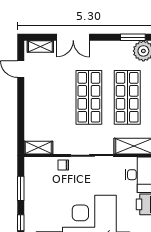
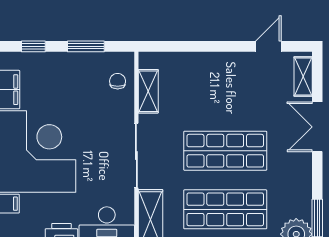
shelving: (38, 148) -> (148, 91), moved
chair: (63, 165) -> (118, 81), moved

